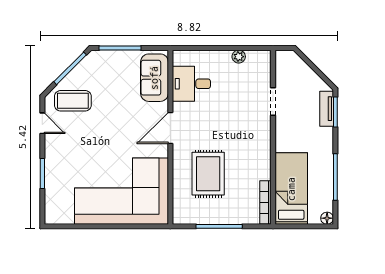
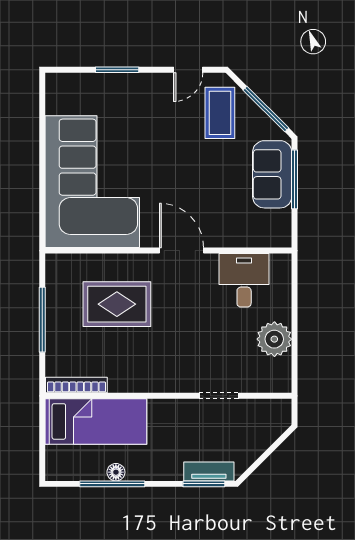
plant: (239, 57) -> (274, 339), width x1.88, depth x1.88
sofa: (154, 78) -> (272, 174), moved, turned -90
floor lamp: (327, 218) -> (116, 472), moved

